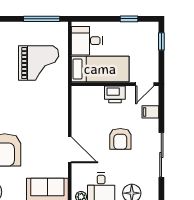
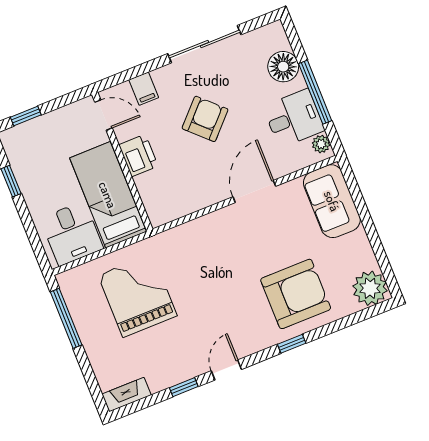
armchair: (120, 139) -> (205, 119), turned -46

